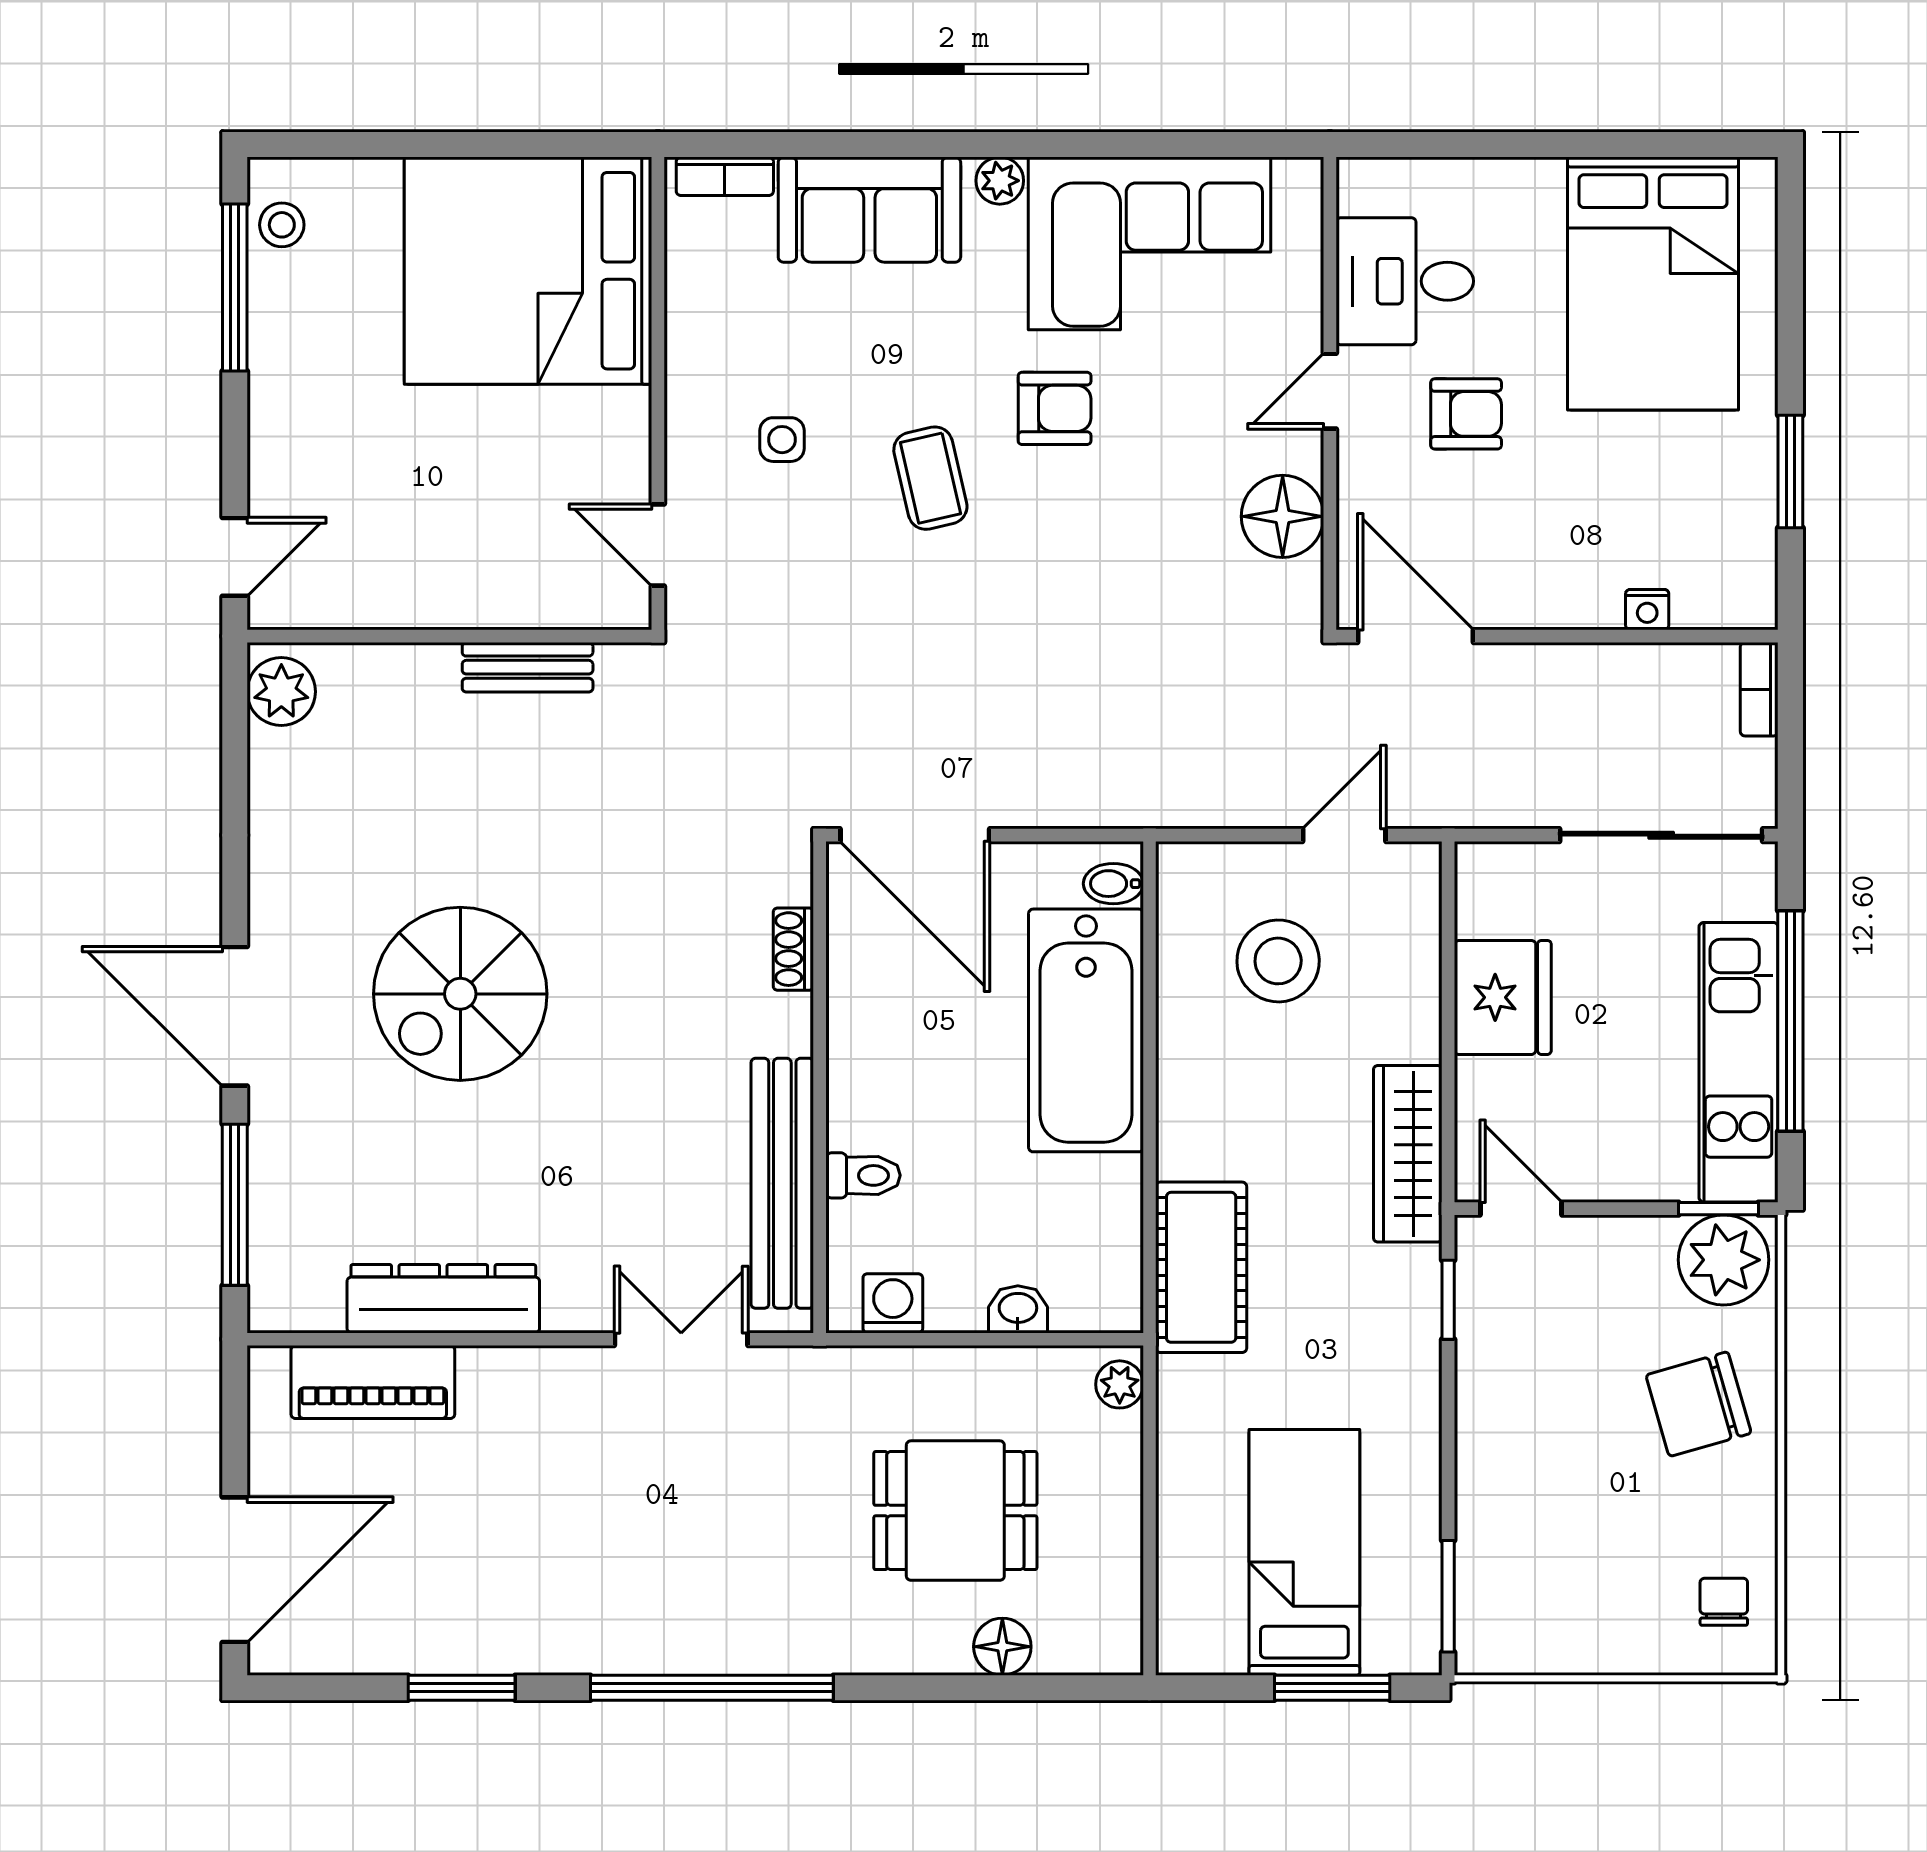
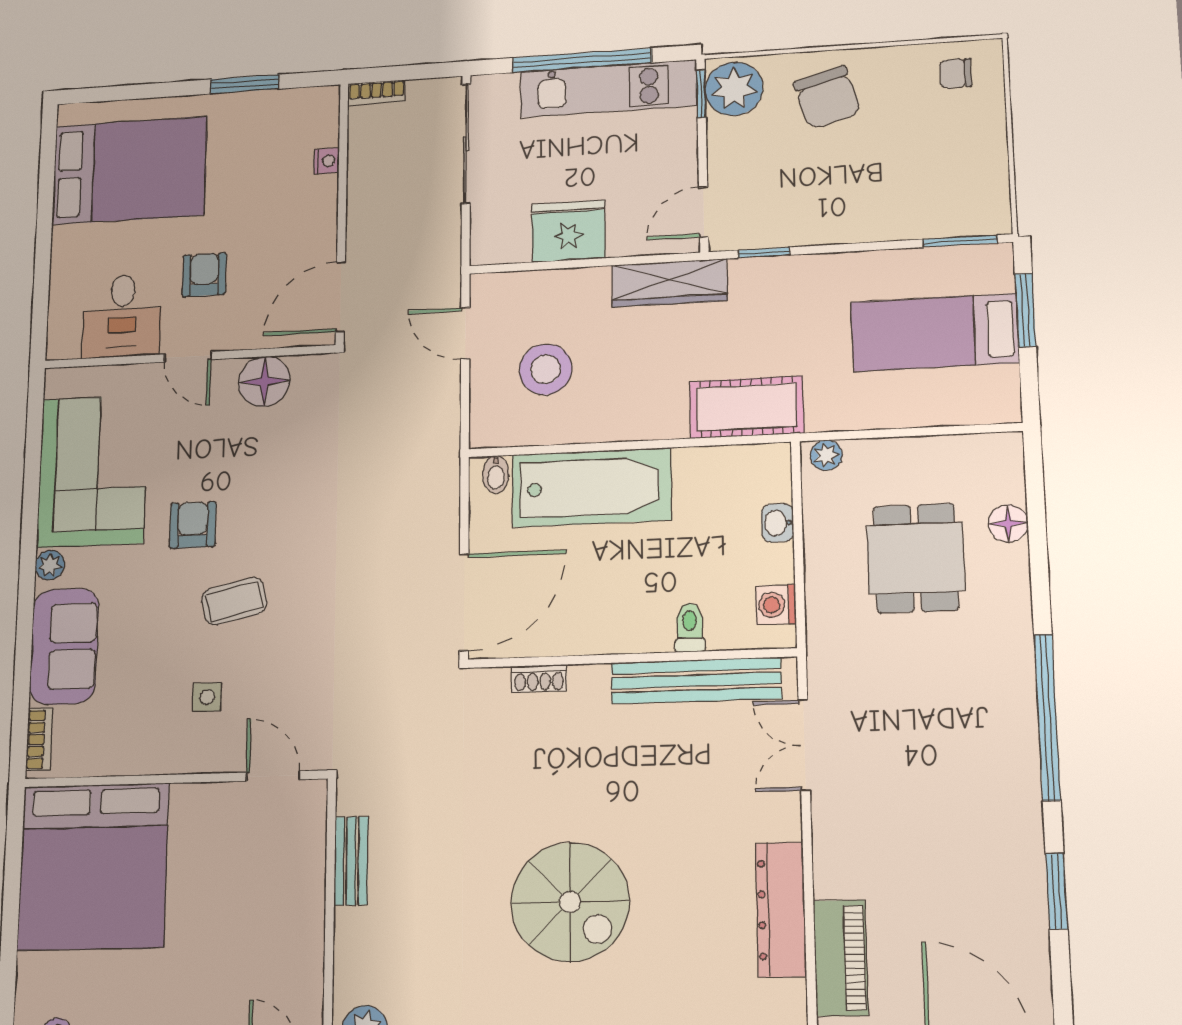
door: (658, 545) -> (273, 776), swing flipped

